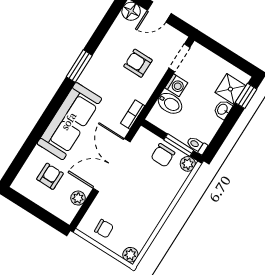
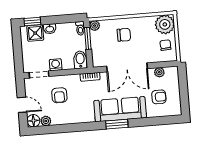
plant: (120, 25) -> (46, 121), added
window: (79, 66) -> (117, 124), moved
bidet: (170, 103) -> (80, 60), moved
chair: (163, 155) -> (124, 35), moved
armchair: (50, 176) -> (159, 97), turned 180
plant: (130, 255) -> (165, 24), width x1.87, depth x1.87

